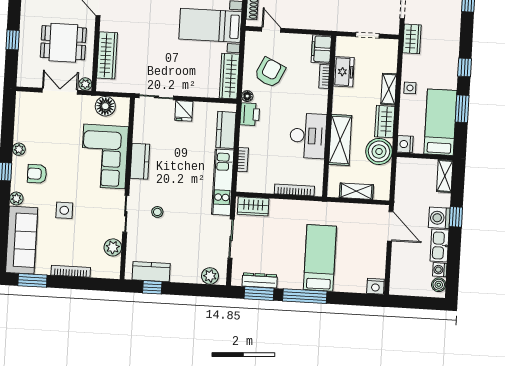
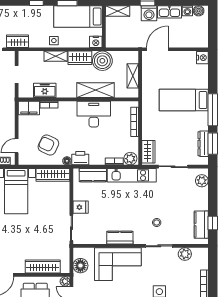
plant: (245, 182) -> (130, 159), added

